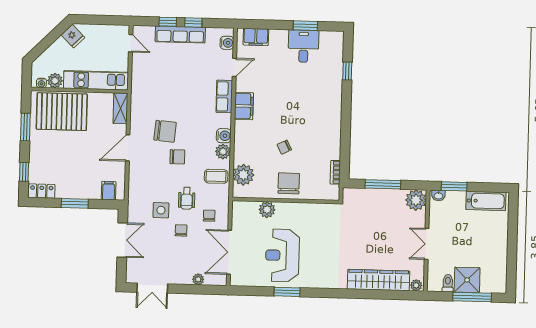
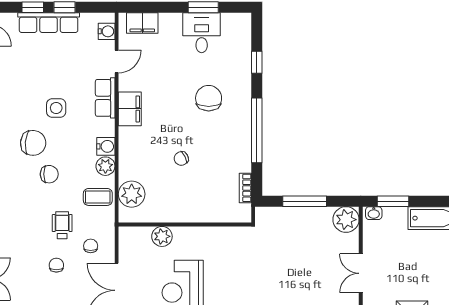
window: (346, 126) -> (257, 130), added
chair: (289, 183) -> (209, 98), moved
wheelchair: (187, 198) -> (62, 225), turned 180
side table: (161, 210) -> (56, 108), moved

